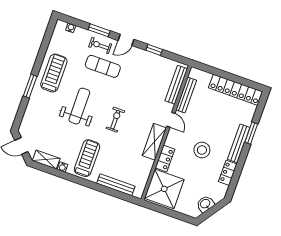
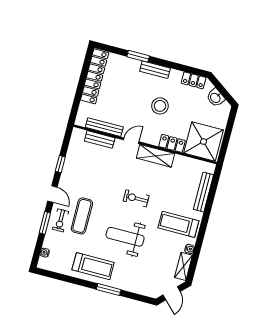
treadmill: (54, 73) -> (93, 266), turned 180
bench: (176, 85) -> (100, 139), width x0.73
bench: (239, 143) -> (155, 70), width x0.73
locker: (228, 173) -> (194, 80), moved

